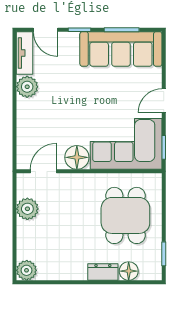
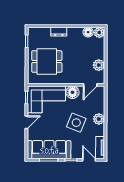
plant: (27, 87) -> (99, 119), moved
side table: (70, 100) -> (76, 123), added
dining table: (125, 215) -> (47, 62), turned 90
floor lamp: (129, 271) -> (88, 32), moved

